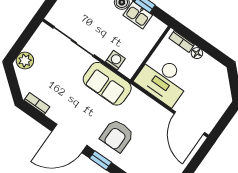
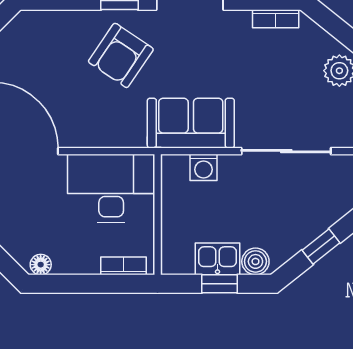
floor lamp: (197, 53) -> (41, 265), moved
armchair: (117, 136) -> (121, 55), turned -146

